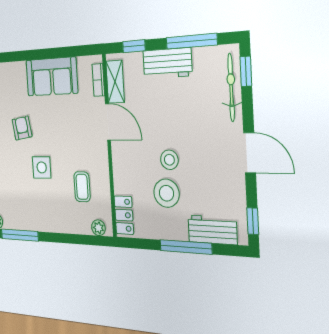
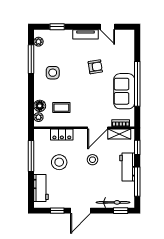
window: (40, 54) -> (137, 84), added
stool: (169, 160) -> (92, 160), moved
side table: (42, 167) -> (53, 73), moved
locker: (124, 215) -> (62, 135), moved
window: (253, 221) -> (57, 211), moved
floor lamp: (82, 225) -> (40, 106), added
window: (186, 247) -> (31, 156), moved

